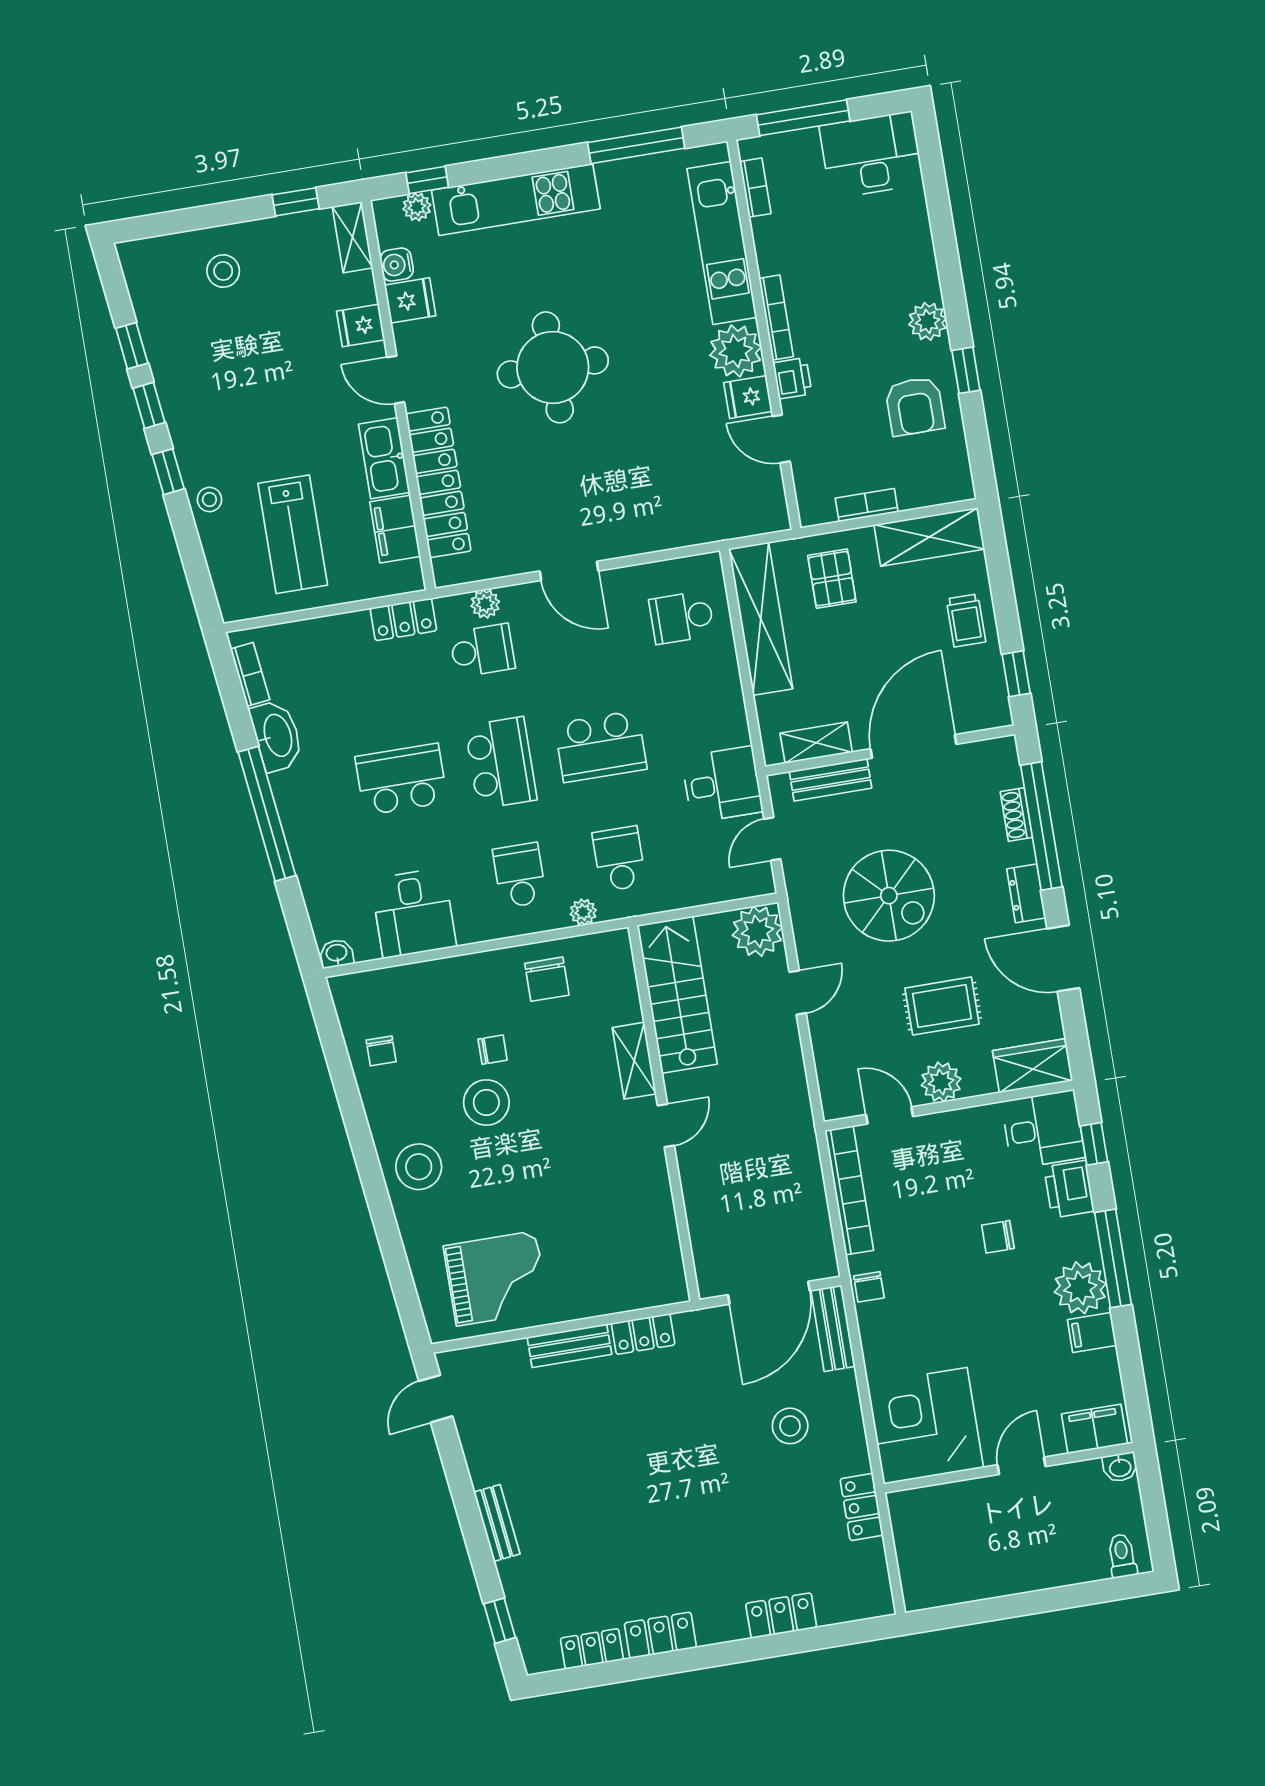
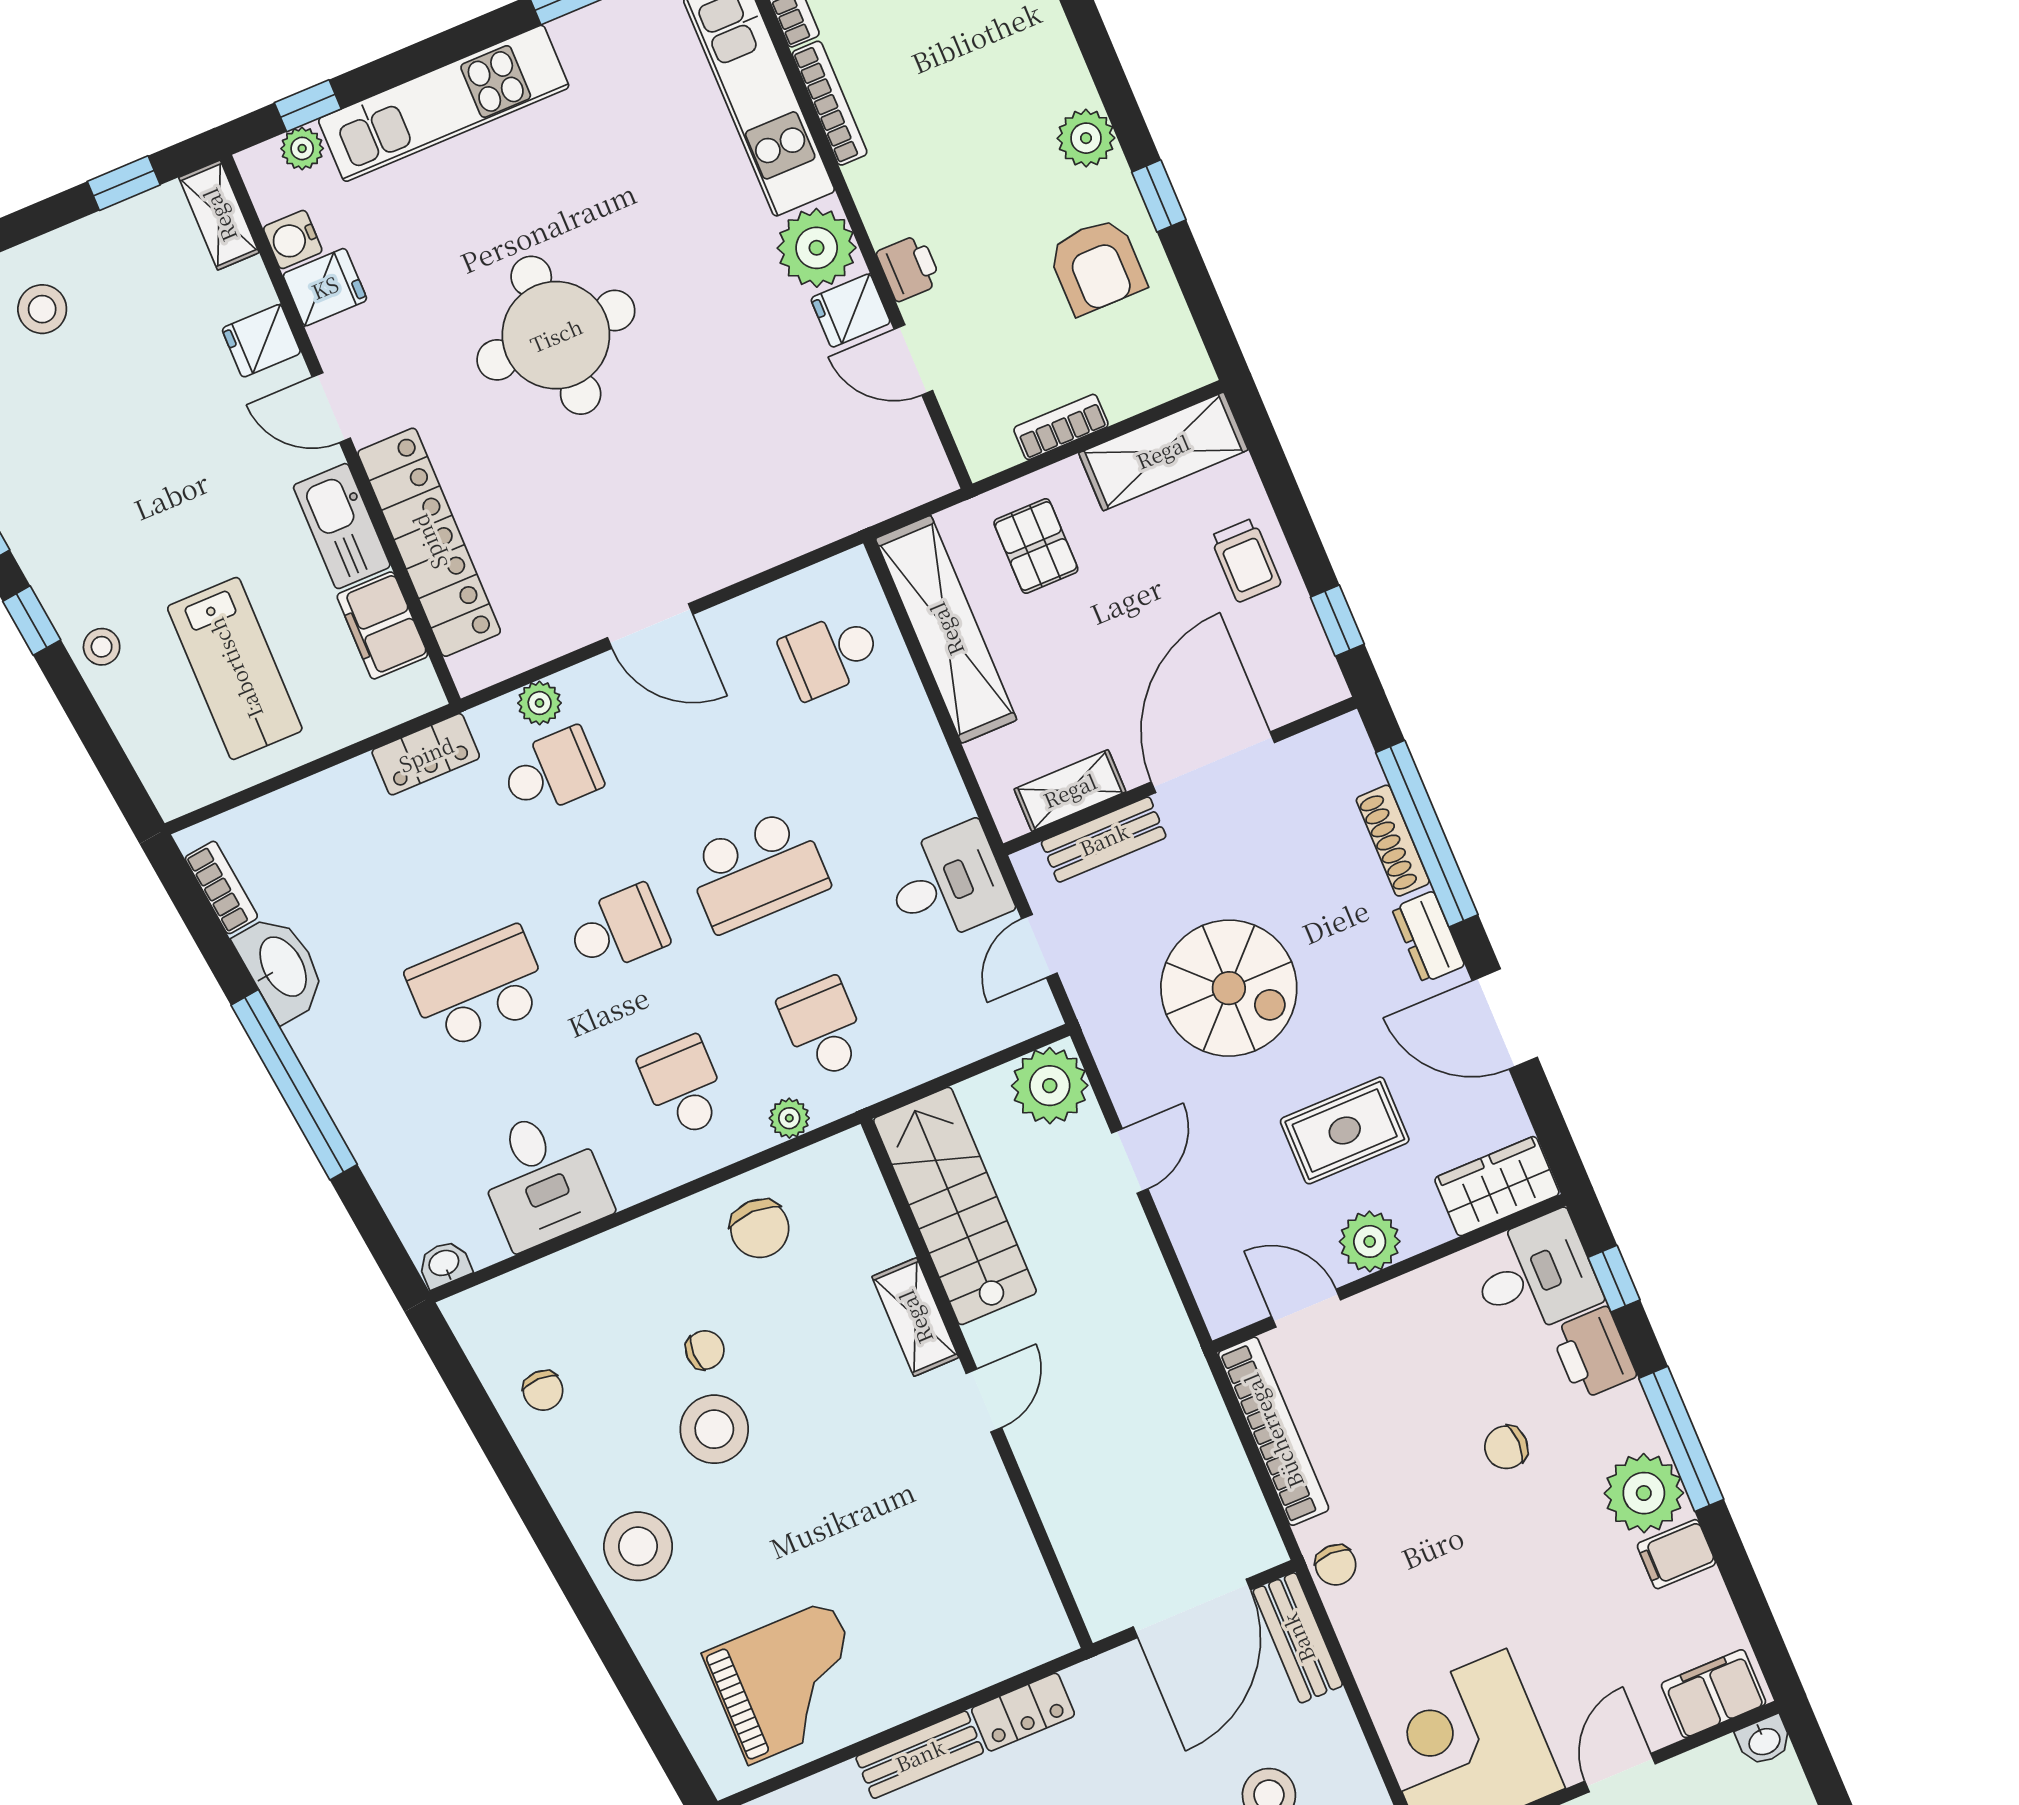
bookcase: (776, 318) -> (830, 103), moved
school desk: (501, 763) -> (618, 929), width x0.54
shoe rack: (1016, 815) -> (1393, 841), width x1.43

